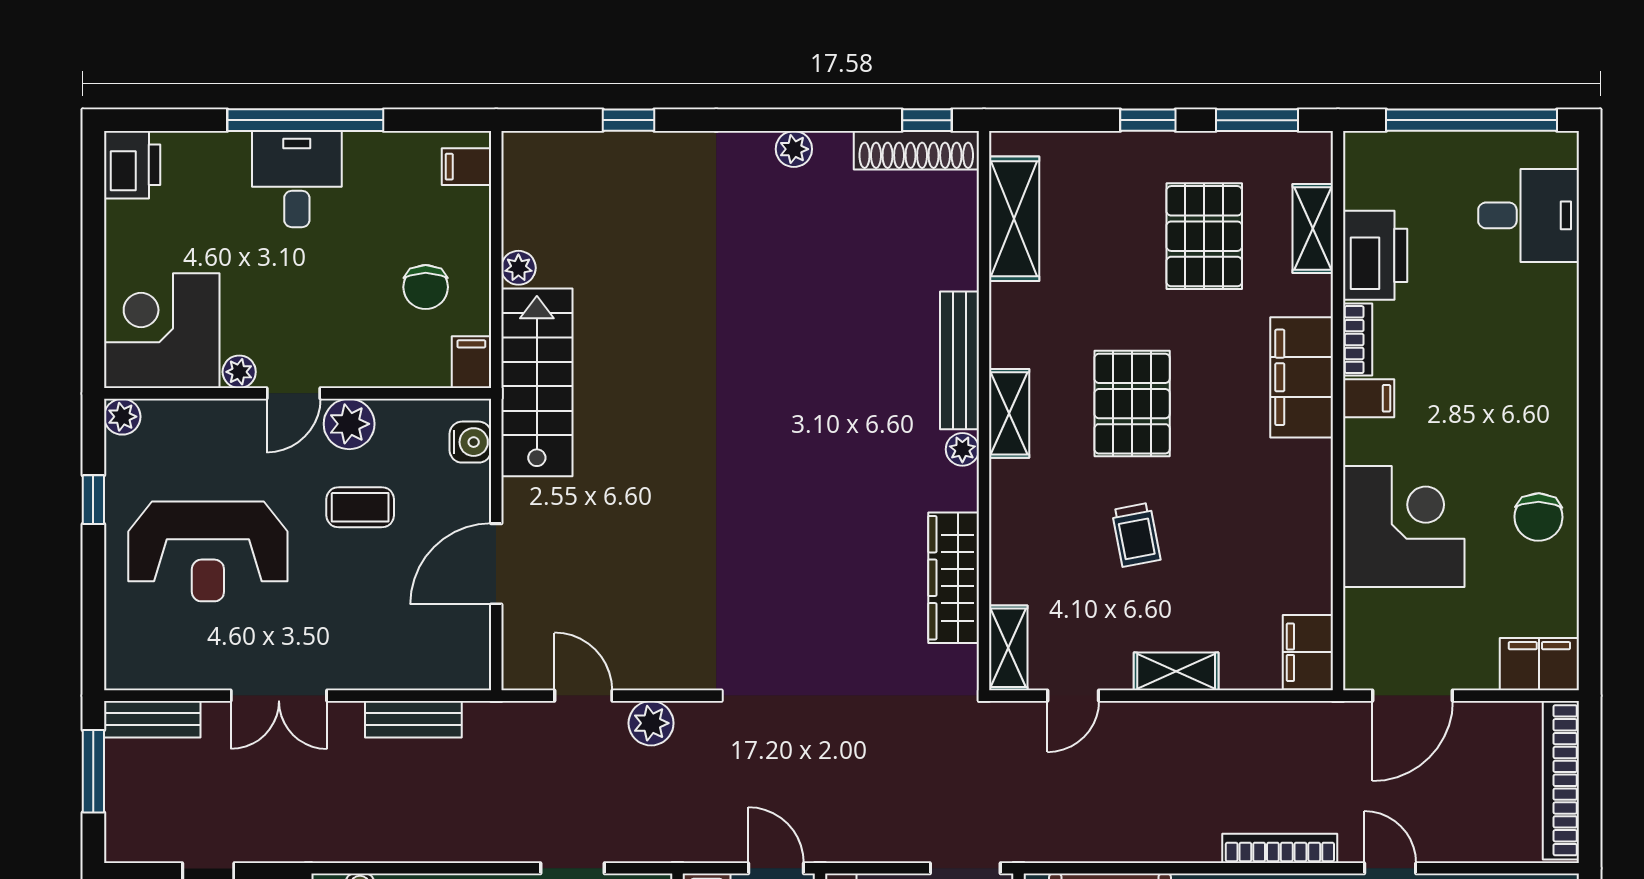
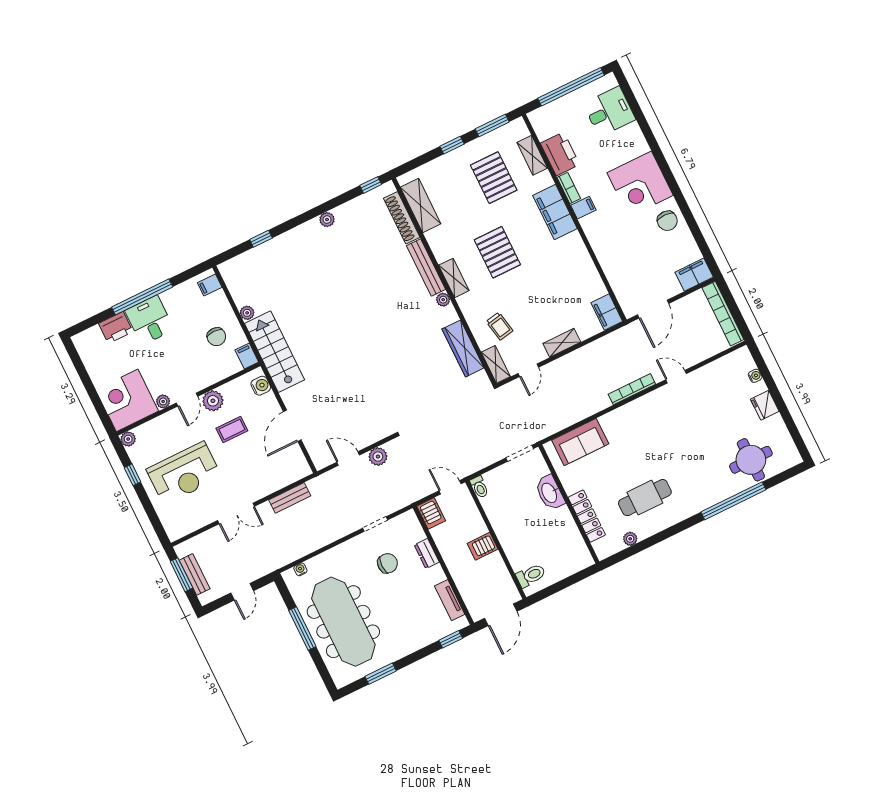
shoe rack: (916, 150) -> (402, 218), moved, turned 90
printer: (132, 165) -> (116, 328), moved, turned 90
corner desk: (1404, 527) -> (640, 184), moved, turned 180
trolley: (1136, 535) -> (500, 326), moved
bench: (152, 719) -> (195, 574), moved, turned 90

